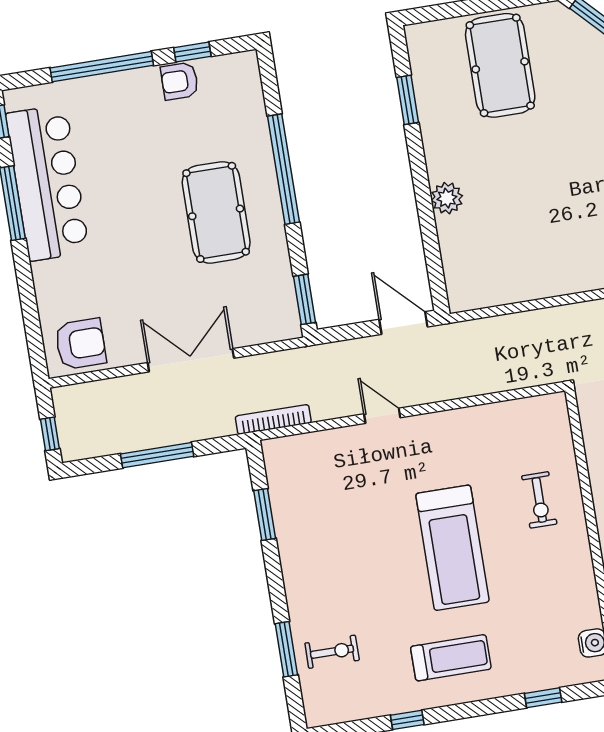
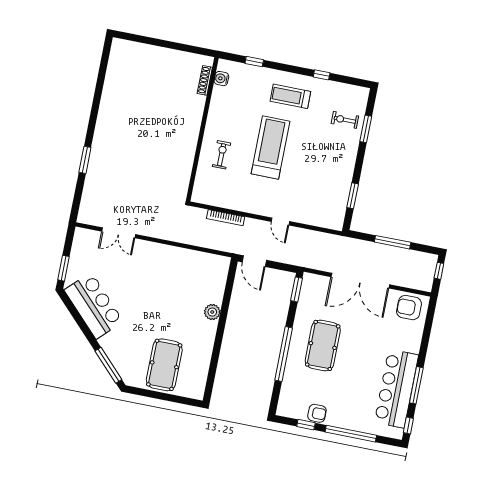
window: (408, 100) -> (214, 365), removed
double door: (191, 360) -> (360, 281), width x1.36
bookcase: (273, 419) -> (226, 218), moved

